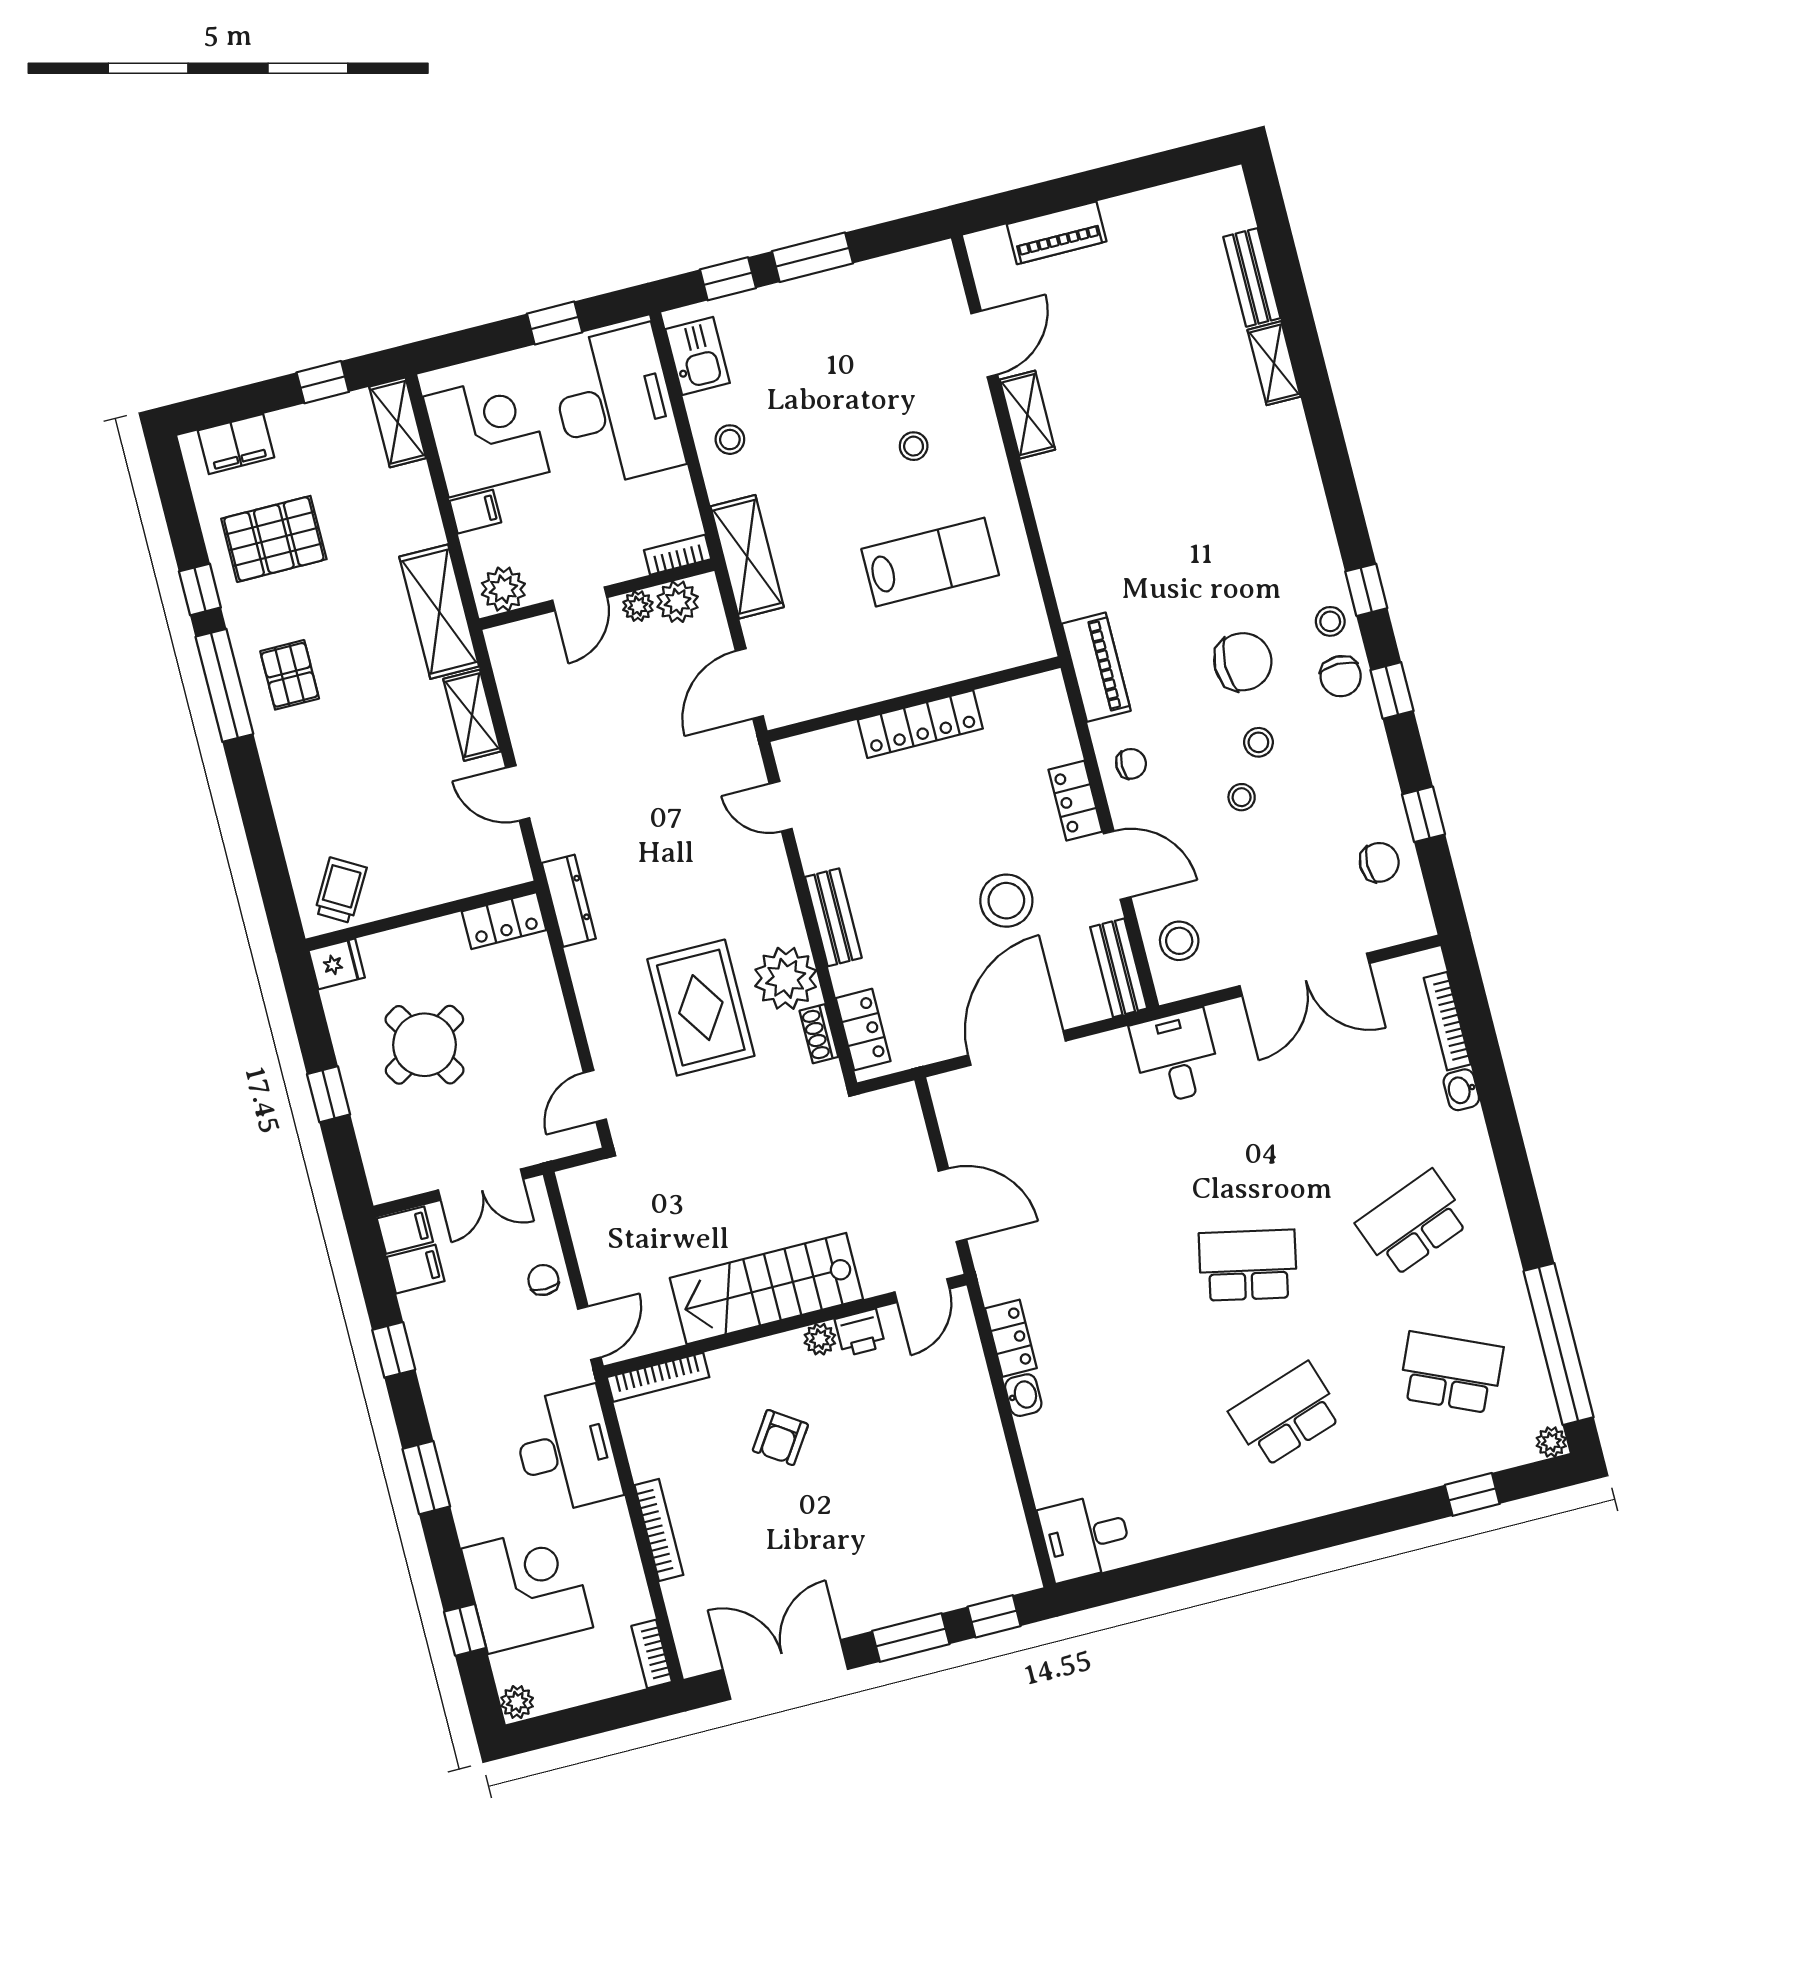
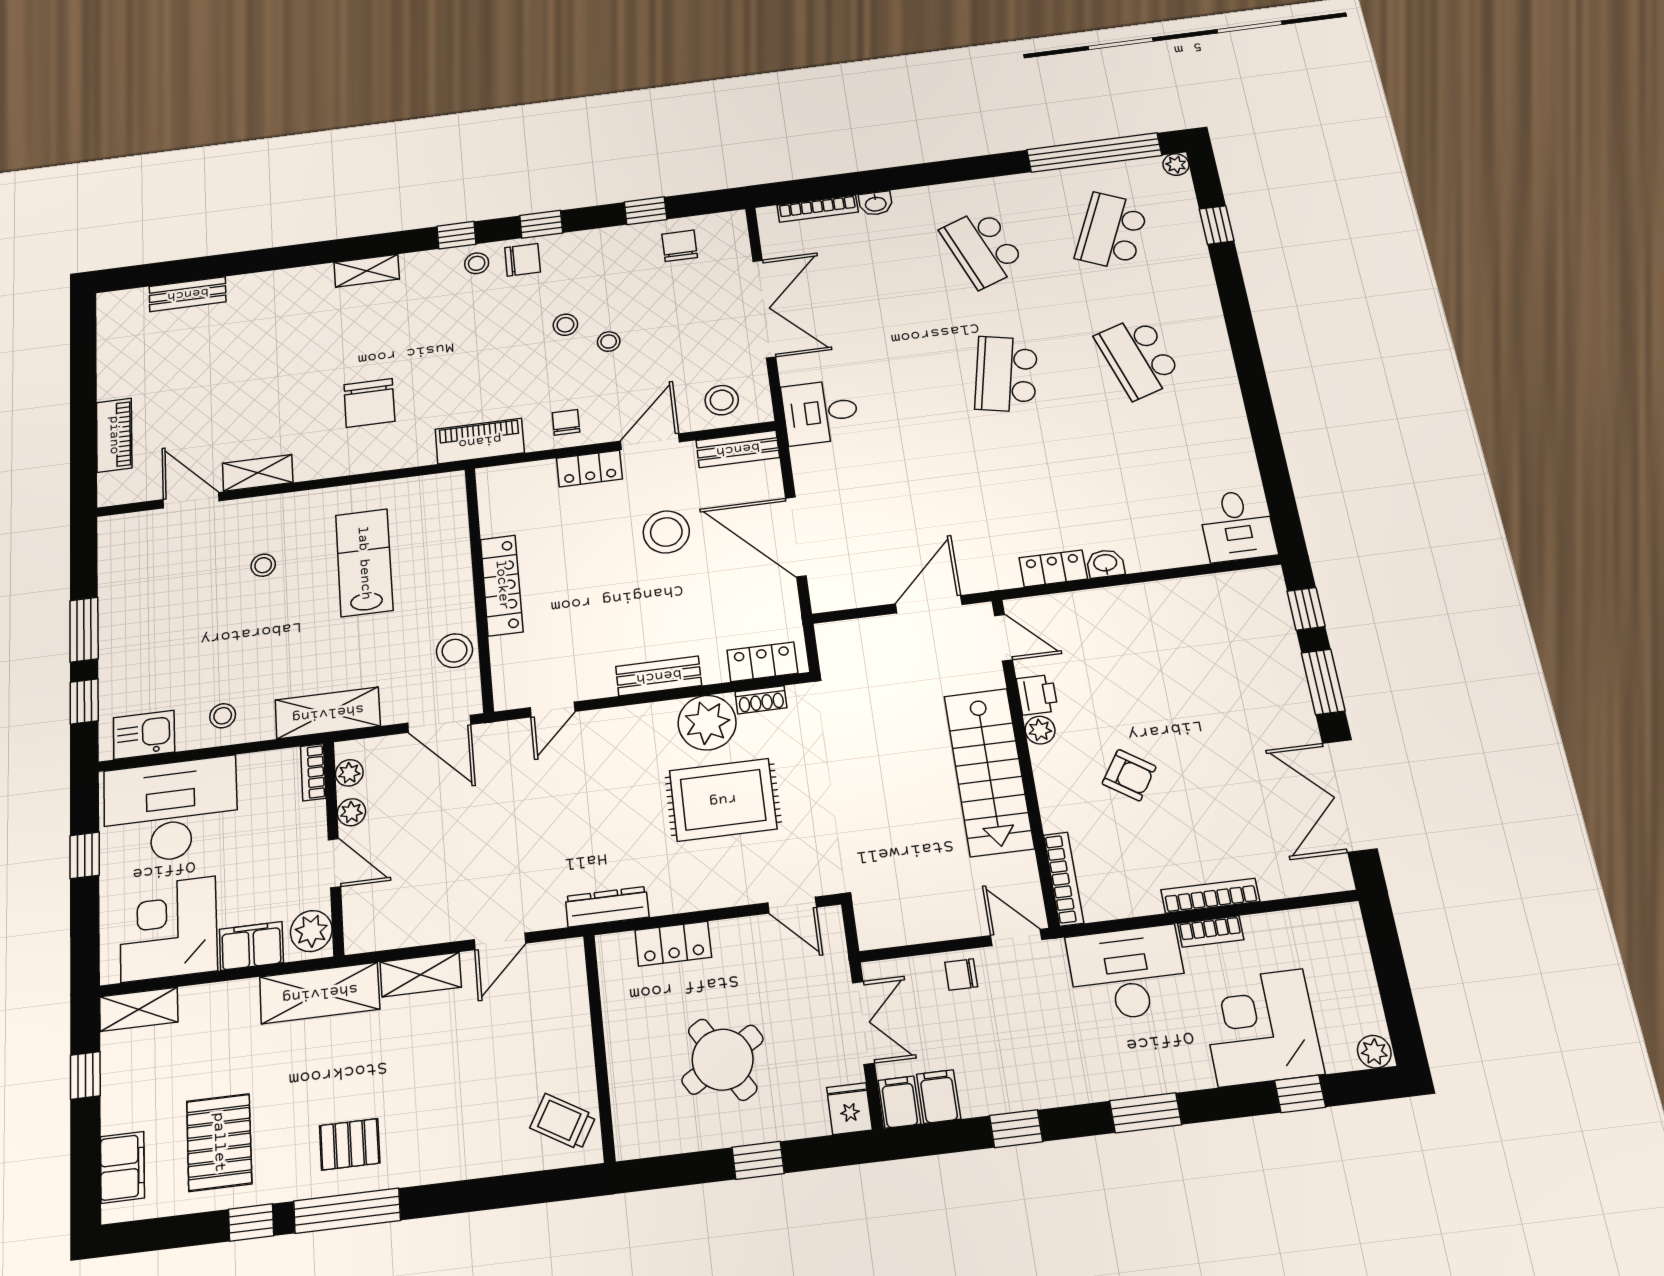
shelving: (1274, 363) -> (367, 271), moved
filing cabinet: (475, 512) -> (251, 946), width x2.00
plant: (678, 602) -> (349, 773), width x0.73, depth x0.73
chair: (1243, 662) -> (369, 403), moved, turned 180
stool: (836, 685) -> (455, 651), added
locker: (504, 921) -> (673, 944), moved, turned 90
fridge: (337, 964) -> (849, 1109), moved
bookcase: (652, 1654) -> (1211, 932), moved

